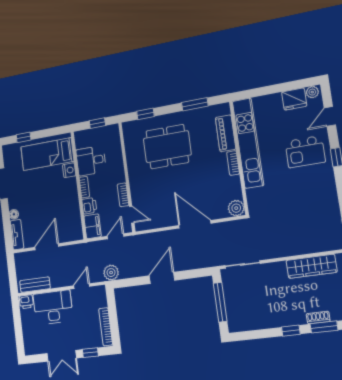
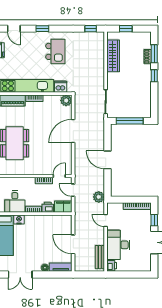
kitchen island: (305, 152) -> (55, 51), moved
dishwasher: (255, 197) -> (61, 87), added

